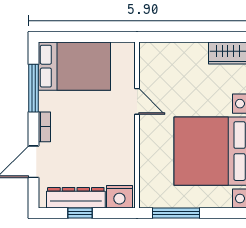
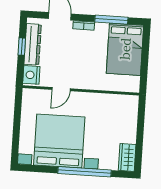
door: (137, 101) -> (61, 89), moved
window: (176, 213) -> (17, 114), removed

